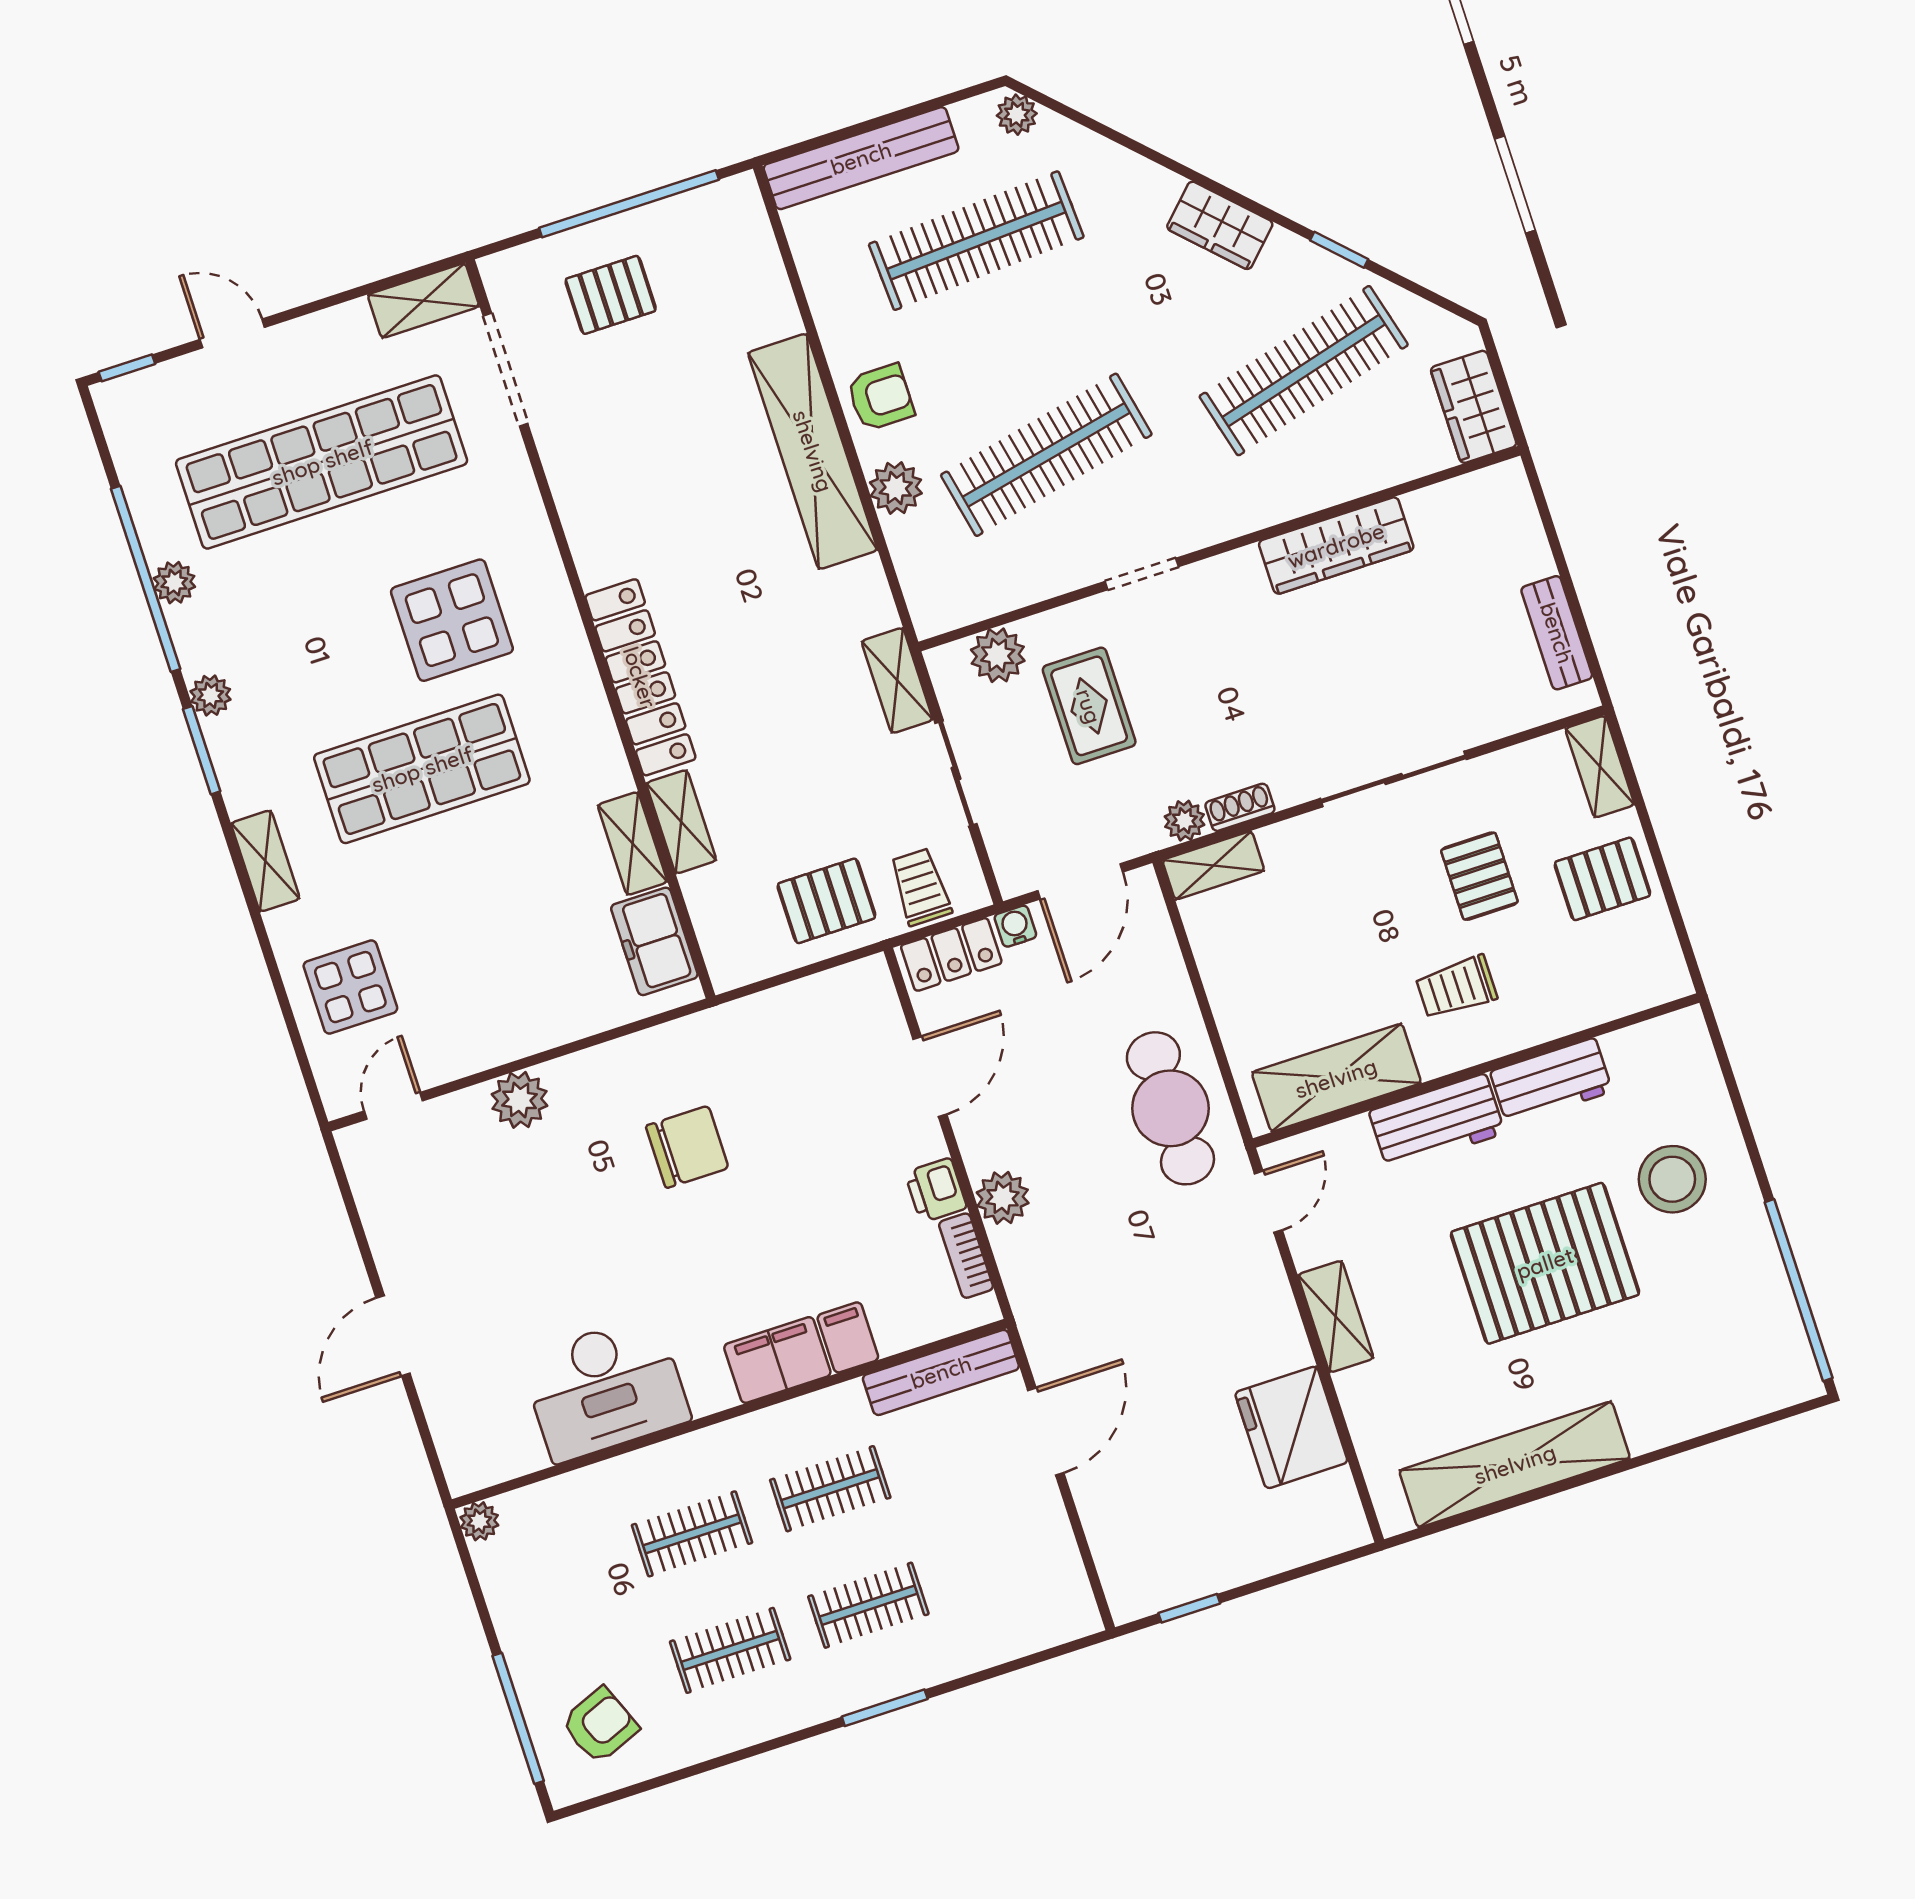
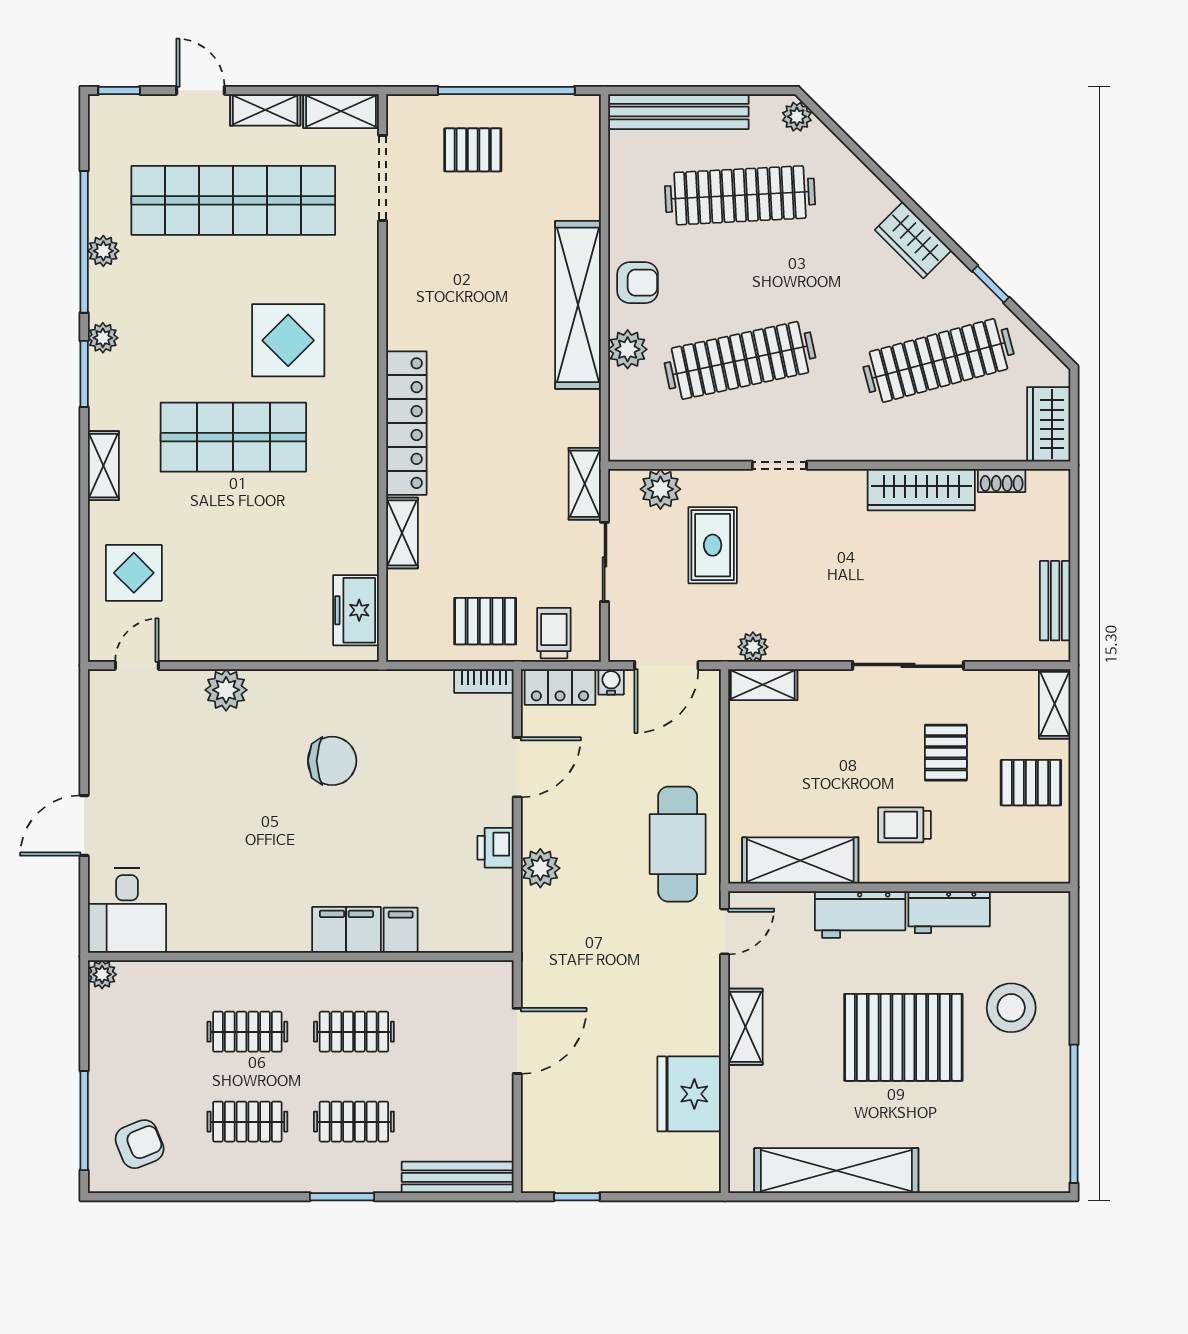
shoe rack: (1240, 807) -> (1002, 480), moved, turned 180
shelving: (632, 844) -> (265, 110), moved, turned 90
bookcase: (966, 1256) -> (484, 681), moved, turned -90
bench: (941, 1372) -> (458, 1177), moved
desk: (605, 1388) -> (127, 911), moved, width x0.73

